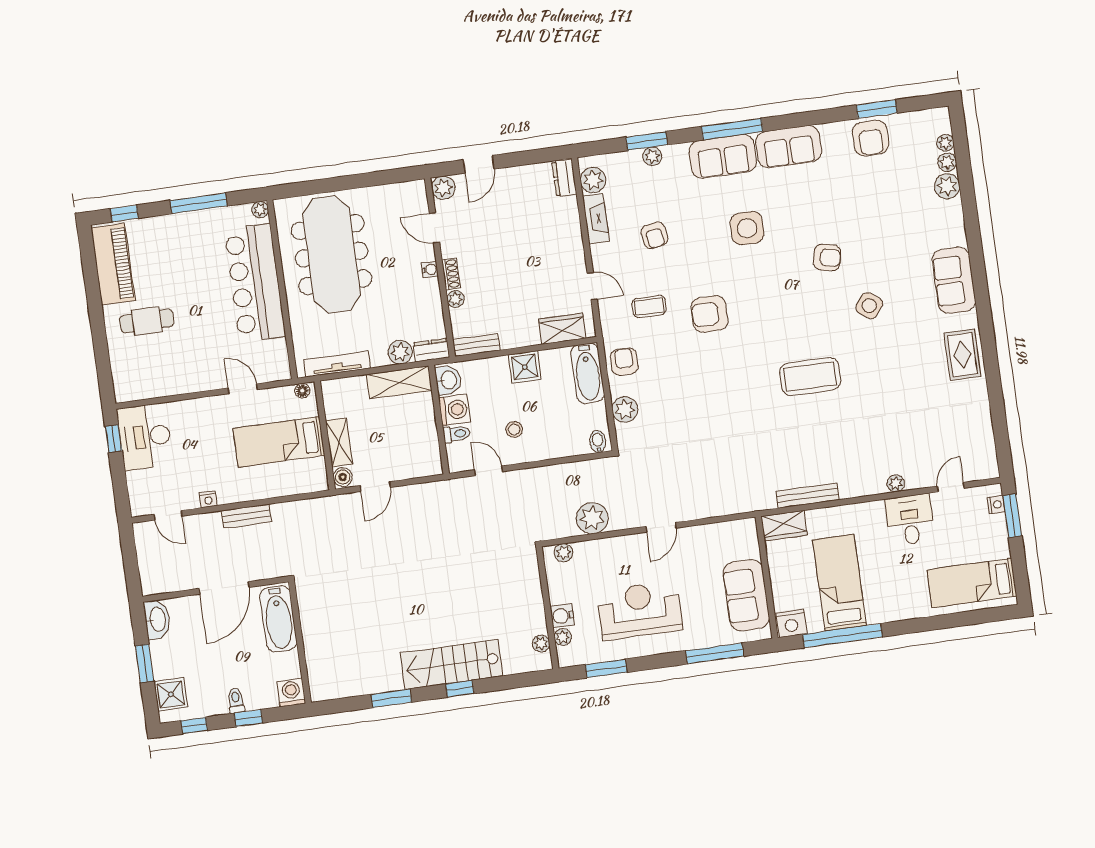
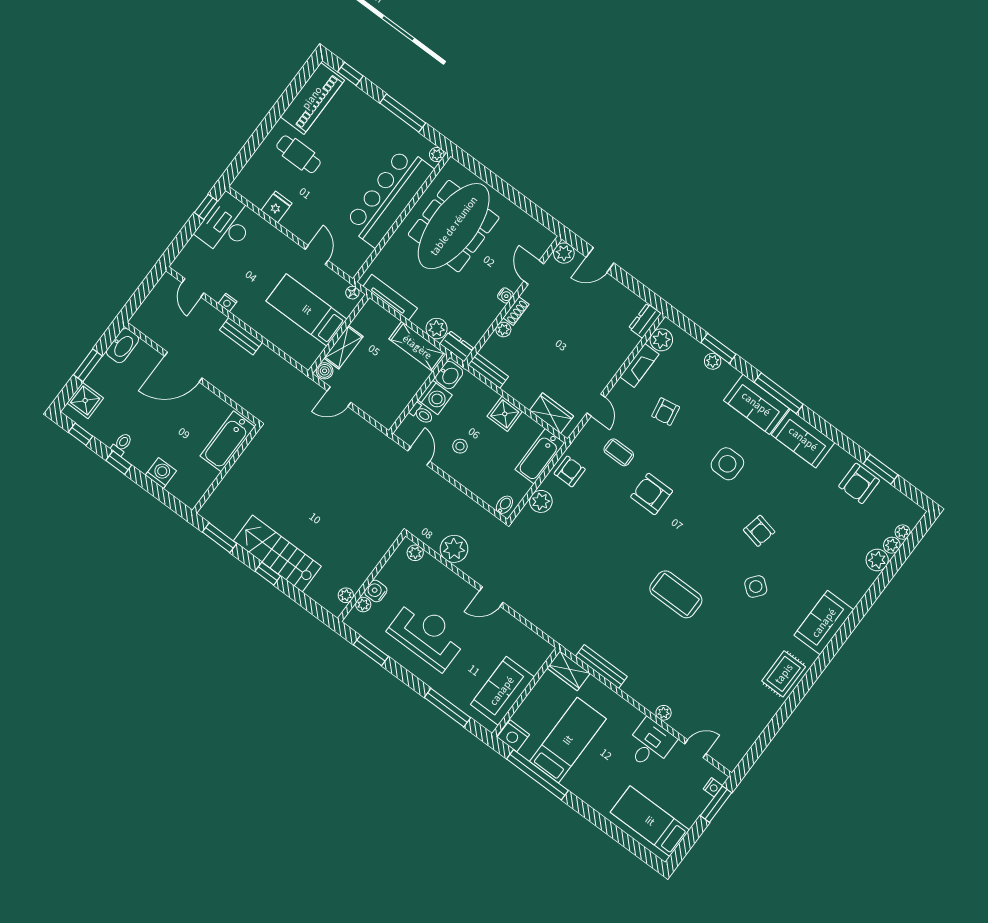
fridge: (171, 382) -> (277, 207), added
bathtub: (278, 619) -> (227, 441), moved
wall: (300, 642) -> (226, 469), moved

